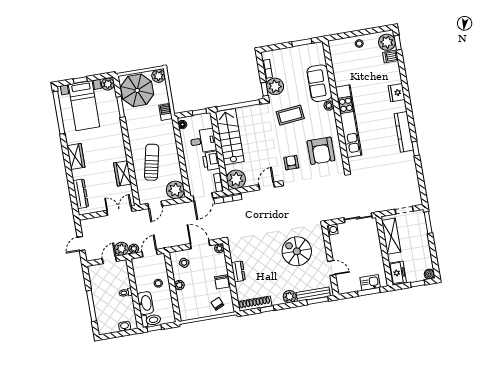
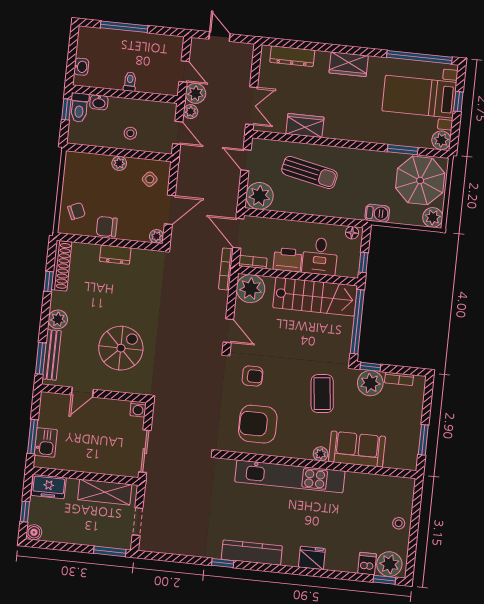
washbasin: (145, 303) -> (99, 102), width x0.52, depth x0.69

